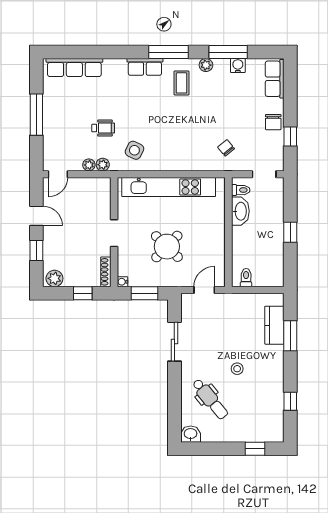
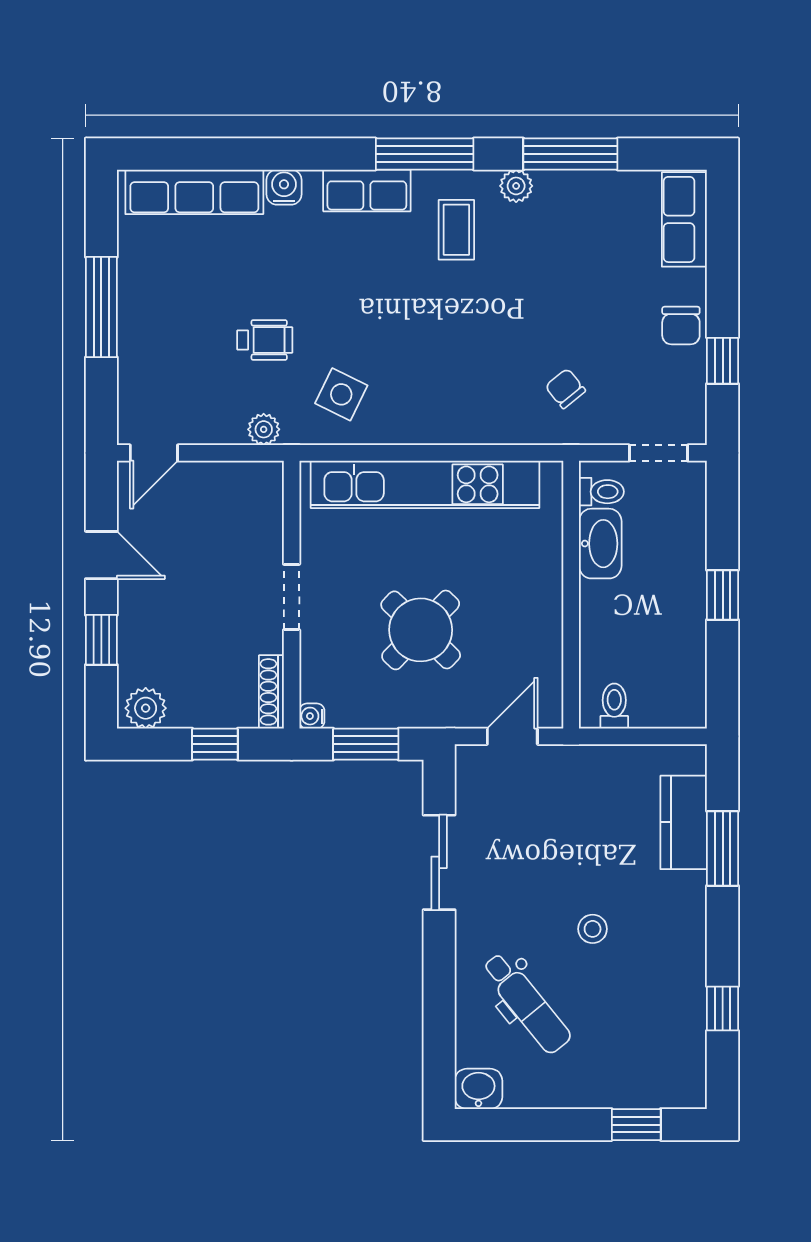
water cooler: (238, 66) -> (284, 187), moved
plant: (89, 165) -> (230, 430), removed

